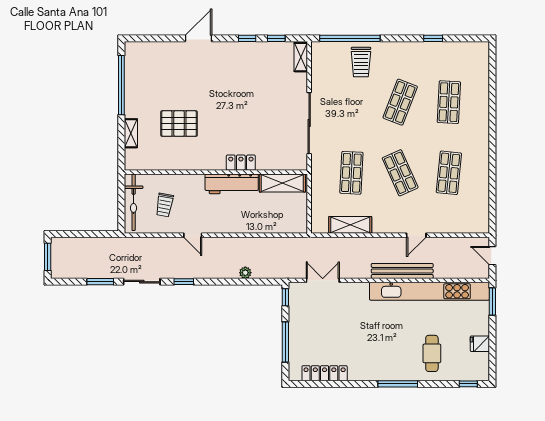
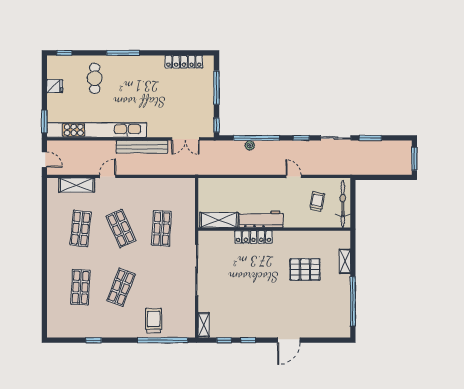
locker: (241, 163) -> (253, 237), width x1.53
shelving: (350, 225) -> (77, 185), moved
bench: (402, 271) -> (142, 147), moved
window: (238, 282) -> (256, 138), added

